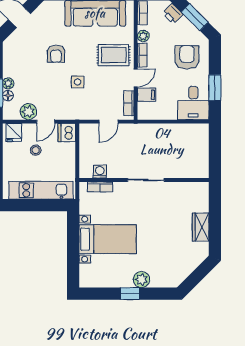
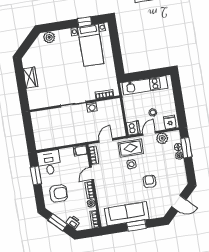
rug: (114, 55) -> (131, 148), moved
armchair: (187, 57) -> (59, 193), turned -90
filing cabinet: (147, 95) -> (80, 150), moved
washing machine: (100, 172) -> (92, 107), moved
bed with nightstands: (108, 239) -> (91, 45), moved, turned -90
plant: (141, 280) -> (49, 37), moved
window: (130, 294) -> (84, 22), moved

